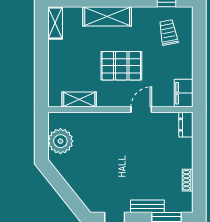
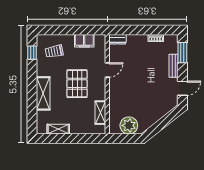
shelving: (55, 23) -> (58, 129), moved
filing cabinet: (184, 93) -> (84, 41), moved
door: (141, 110) -> (107, 70), swing flipped

